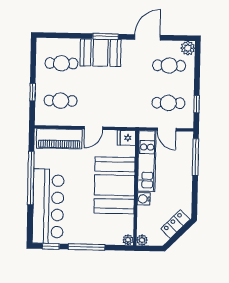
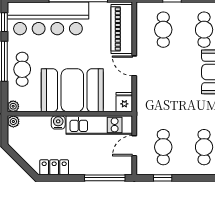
locker: (175, 224) -> (54, 167), moved, turned -45
cafe table: (94, 231) -> (22, 69), added

